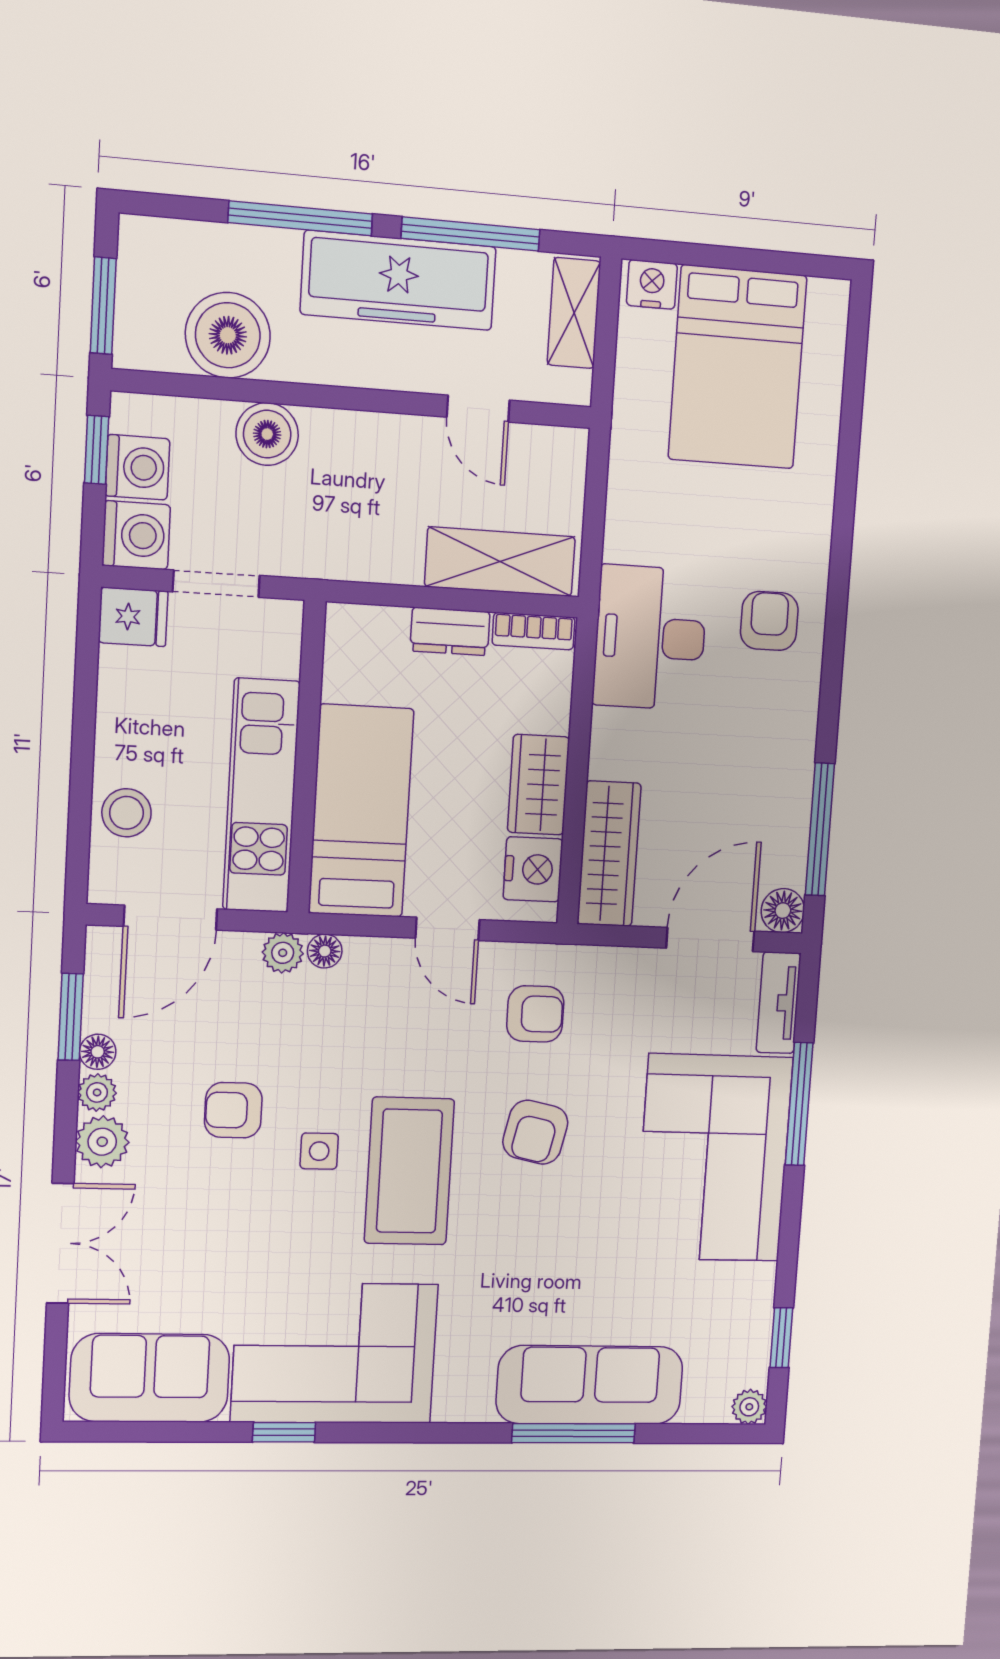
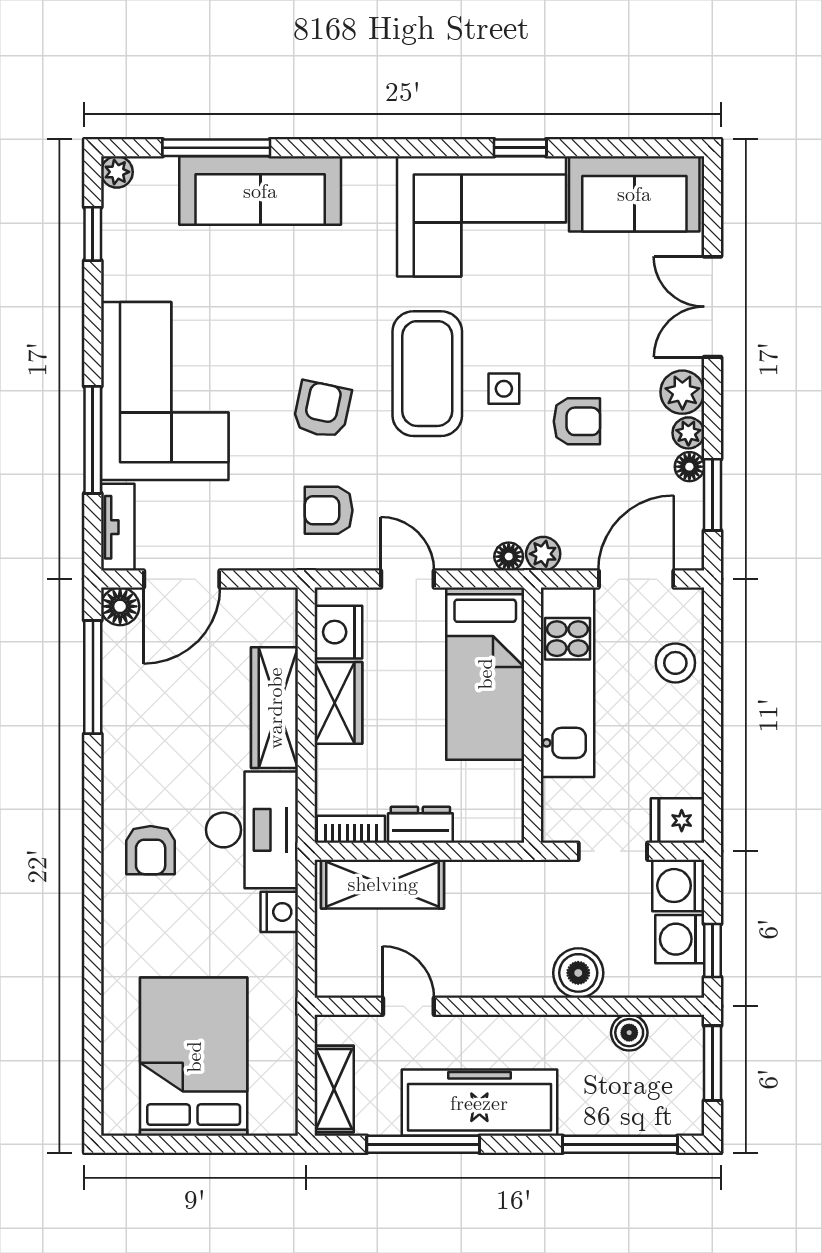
window: (300, 218) -> (620, 1144), moved
nightstand: (652, 284) -> (279, 912), moved, turned -90
boiler: (228, 335) -> (629, 1033), width x0.54, depth x0.54
wardrobe: (609, 854) -> (275, 708), moved
window: (574, 1433) -> (216, 148), moved

